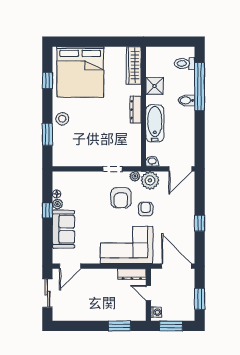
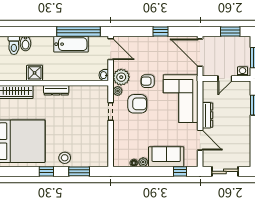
window: (47, 80) -> (46, 171), moved
window: (200, 87) -> (79, 31), moved
bidet: (187, 100) -> (25, 43), moved
bathtub: (155, 123) -> (71, 44), moved, turned 180
window: (47, 210) -> (180, 171), moved
door: (70, 266) -> (200, 140), moved
door: (177, 266) -> (200, 53), hinge flipped
dresser: (132, 274) -> (207, 115), moved

